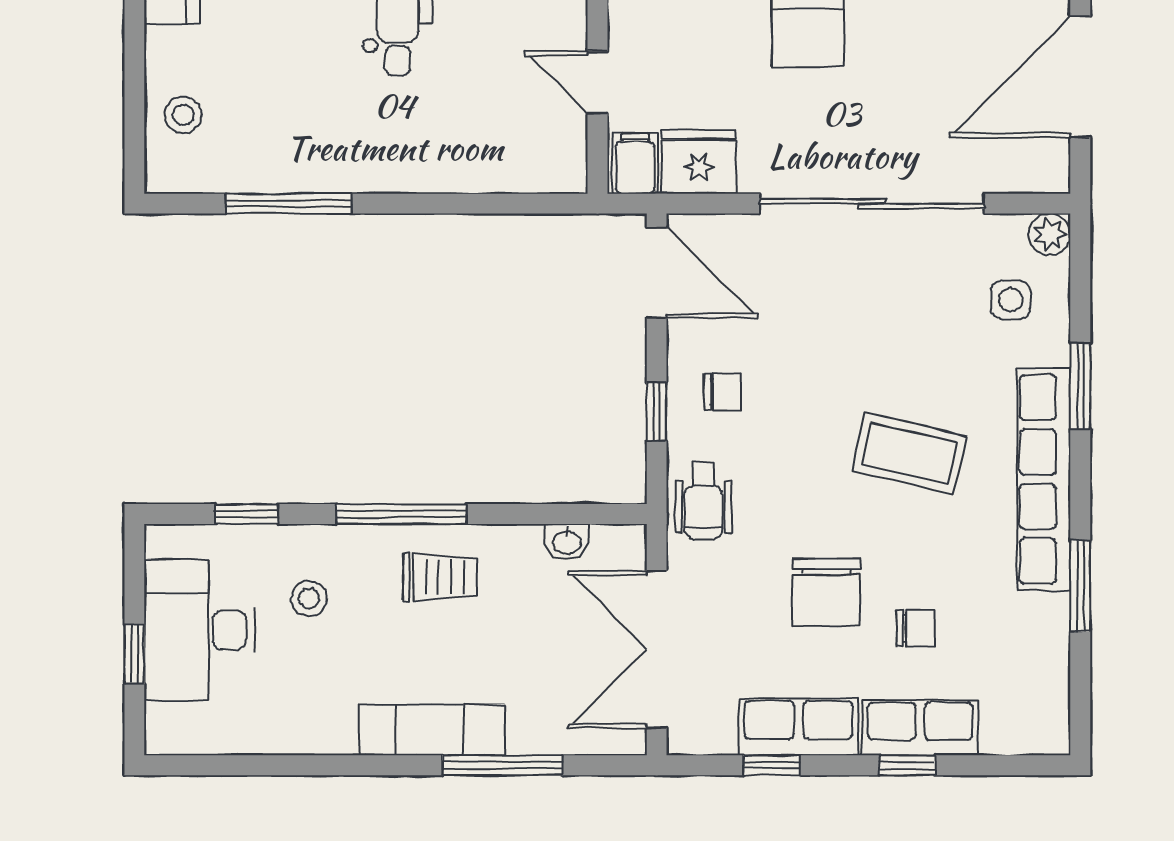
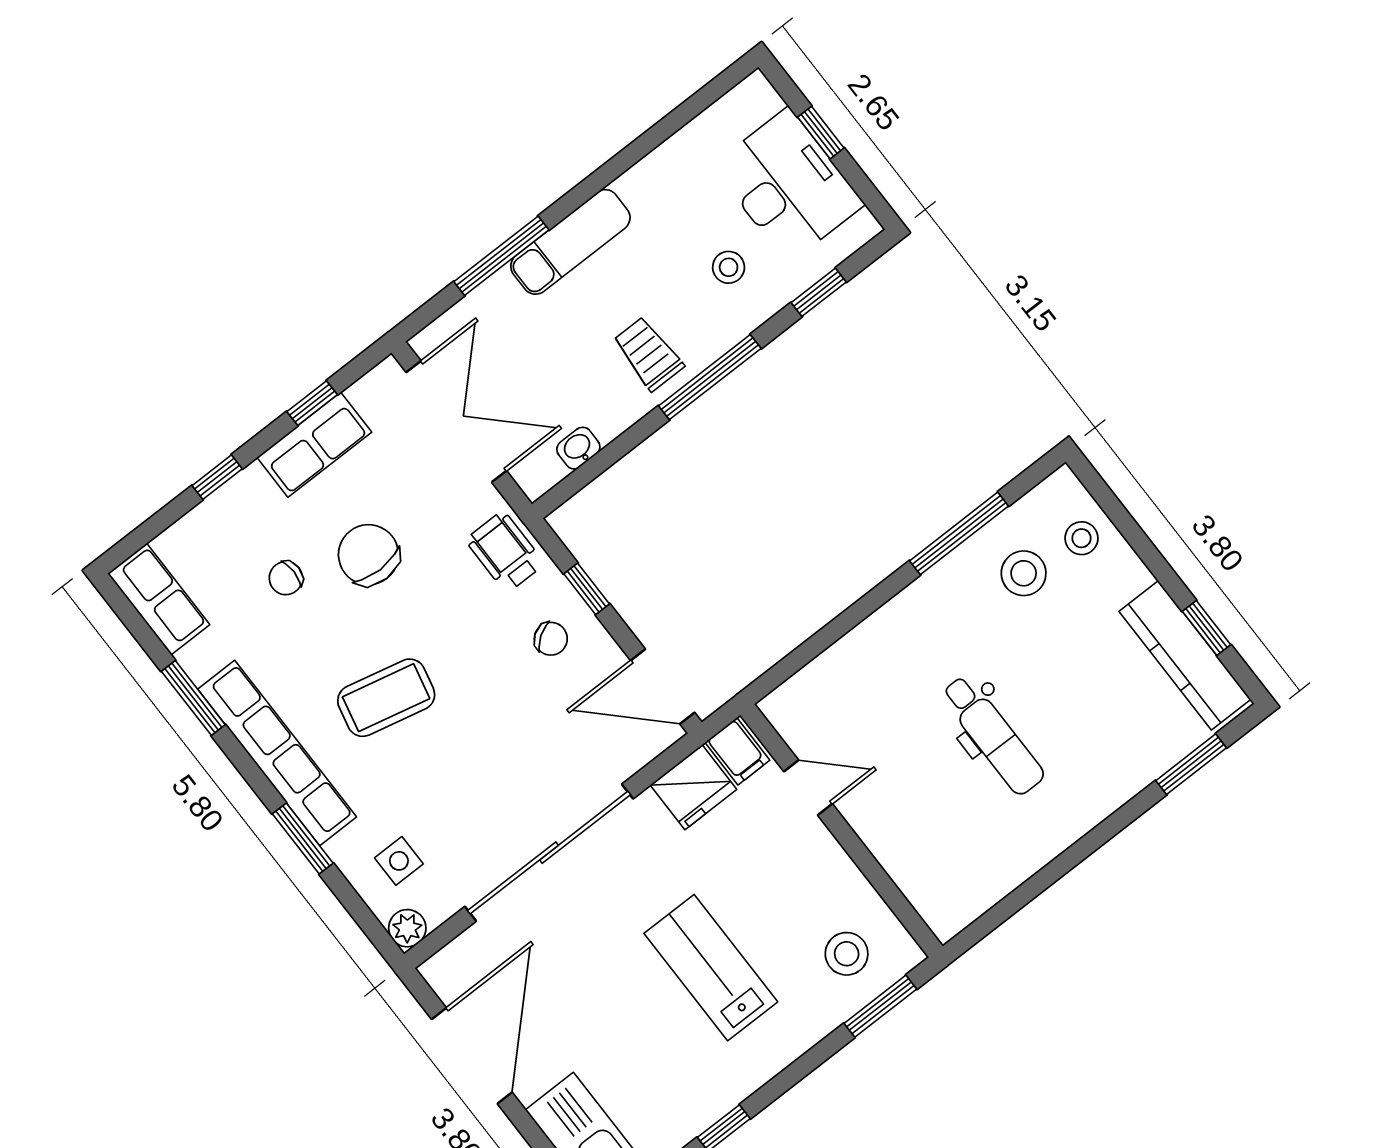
stool: (259, 124) -> (1024, 573), added
chair: (723, 392) -> (551, 639), turned -124
trolley: (440, 577) -> (648, 354), turned 90
row of seats: (920, 728) -> (159, 599), moved, turned -90

